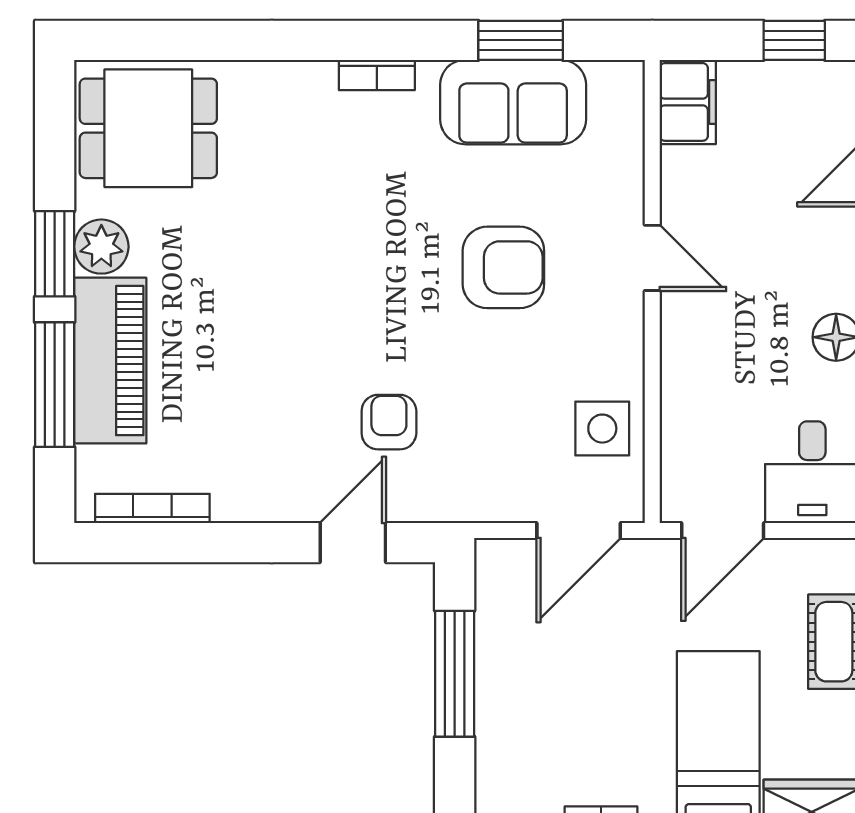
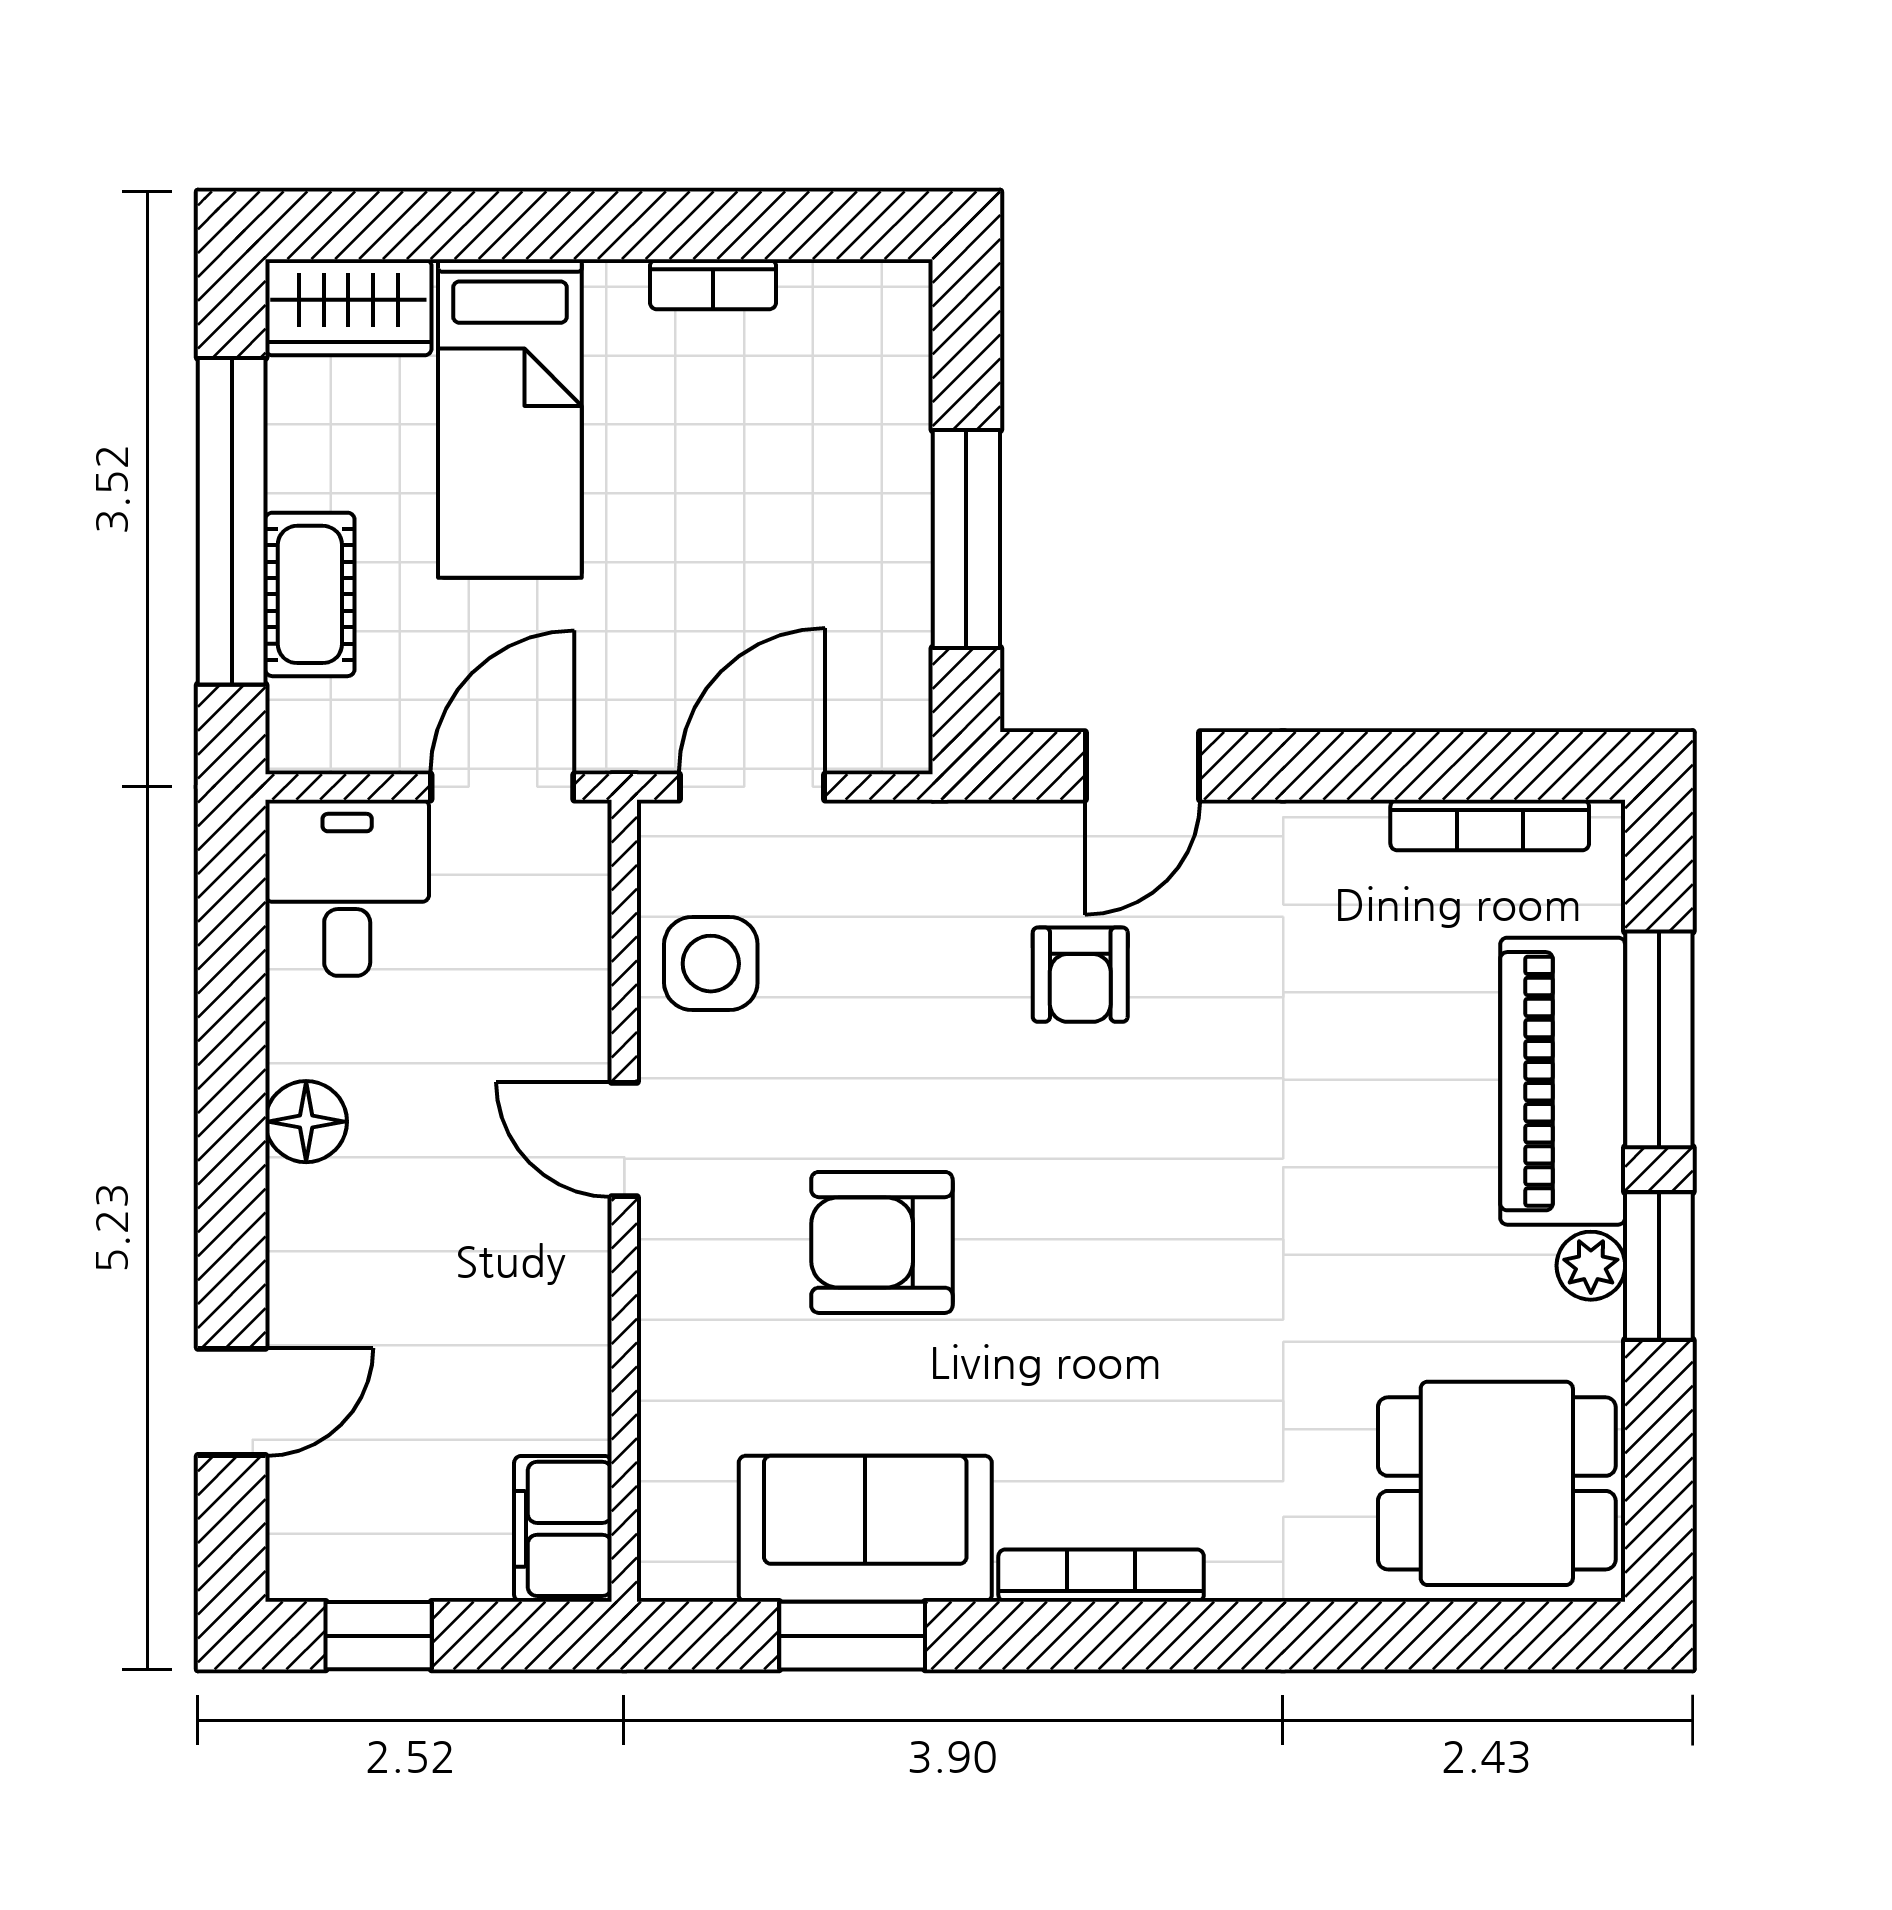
bookcase: (377, 75) -> (1101, 1576), width x1.56
plant: (101, 247) -> (1591, 1266), width x0.73, depth x0.73
door: (652, 258) -> (624, 1140), moved

